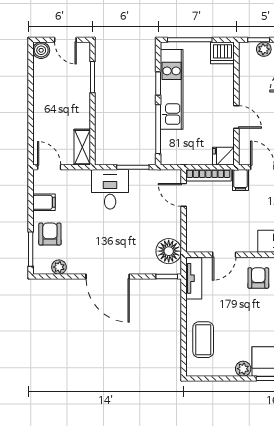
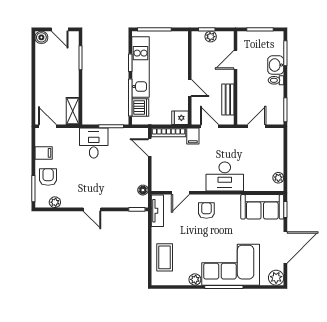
dishwasher: (222, 53) -> (140, 107), moved, turned -90
floor lamp: (169, 251) -> (143, 190), width x0.53, depth x0.53
door: (108, 277) -> (92, 209), width x0.53

